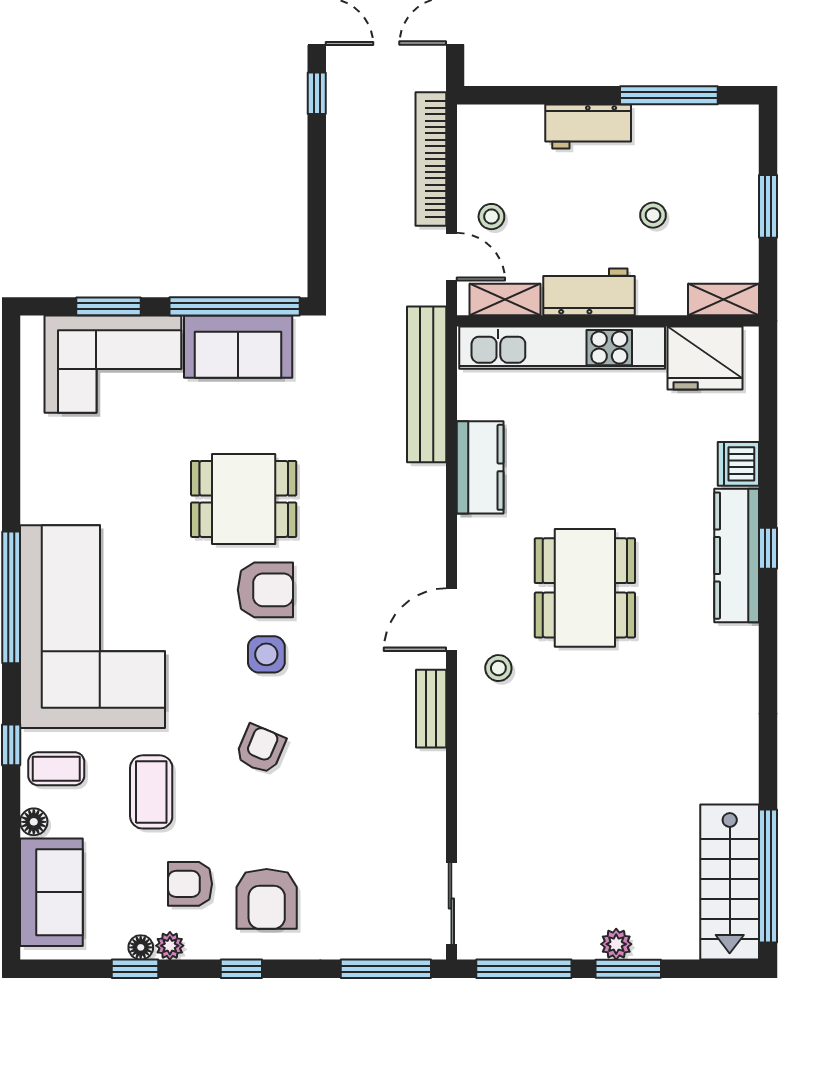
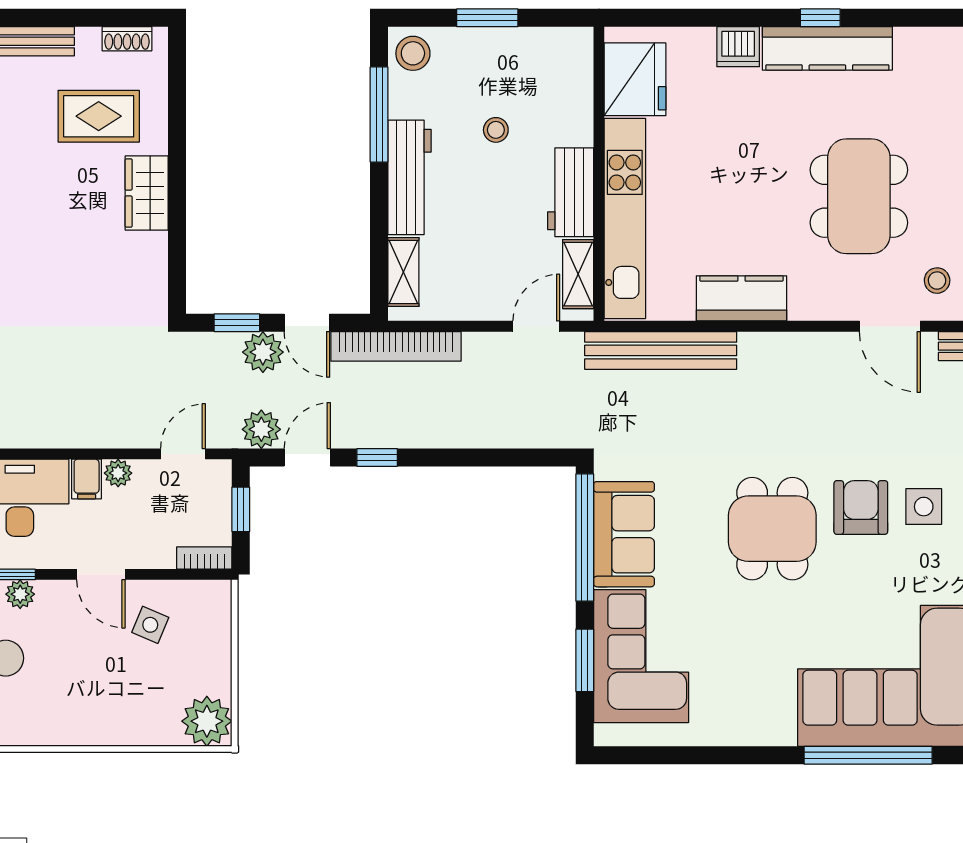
workbench: (588, 127) -> (409, 177), width x1.38
bookcase: (431, 159) -> (396, 346), moved
stool: (491, 217) -> (413, 53), moved, width x1.37, depth x1.37
shelving: (724, 300) -> (403, 272), moved
dining table: (585, 588) -> (859, 196), turned 90

